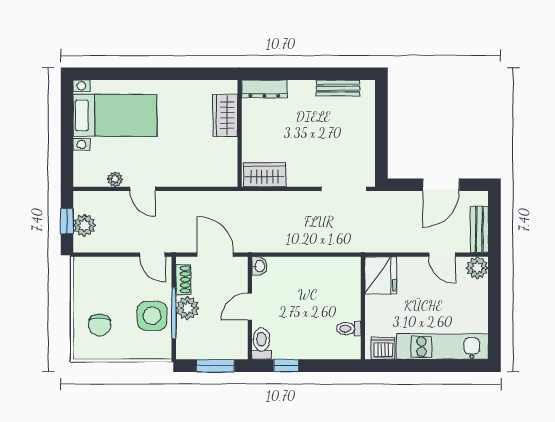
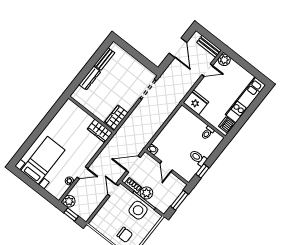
dresser: (264, 89) -> (90, 78), moved
wardrobe: (225, 115) -> (100, 131), moved
plant: (84, 225) -> (69, 201), moved
door: (152, 255) -> (113, 190), swing flipped
toilet: (262, 344) -> (198, 158), moved

